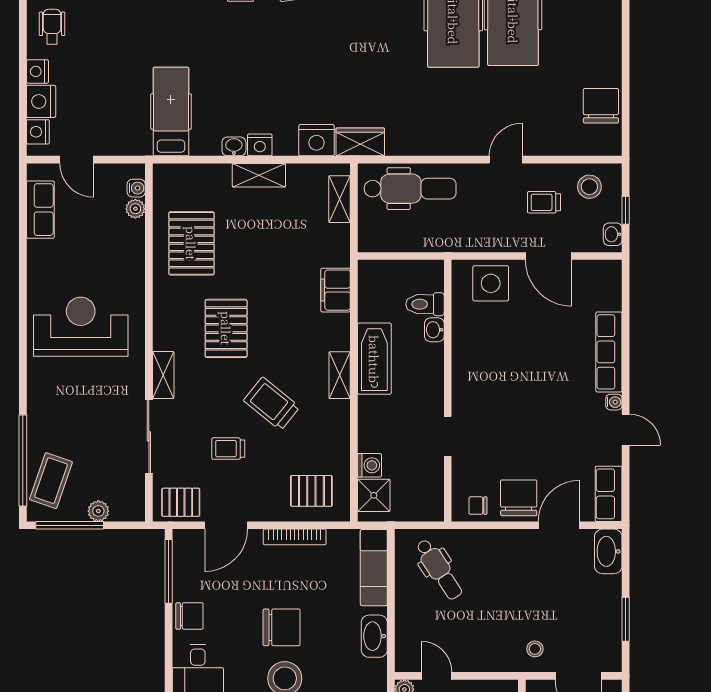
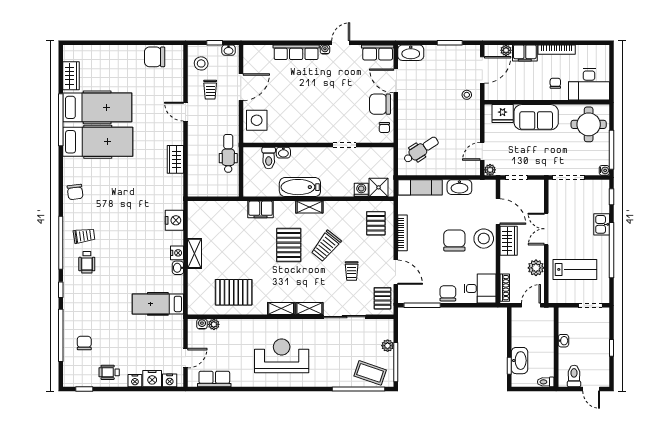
wardrobe: (360, 142) -> (175, 159), moved
dental chair: (410, 189) -> (228, 153), moved, width x0.73, depth x0.72
shelving: (340, 199) -> (281, 308), moved
reception desk: (81, 327) -> (282, 356), turned 90
pallet: (226, 328) -> (289, 245), moved, turned 90

